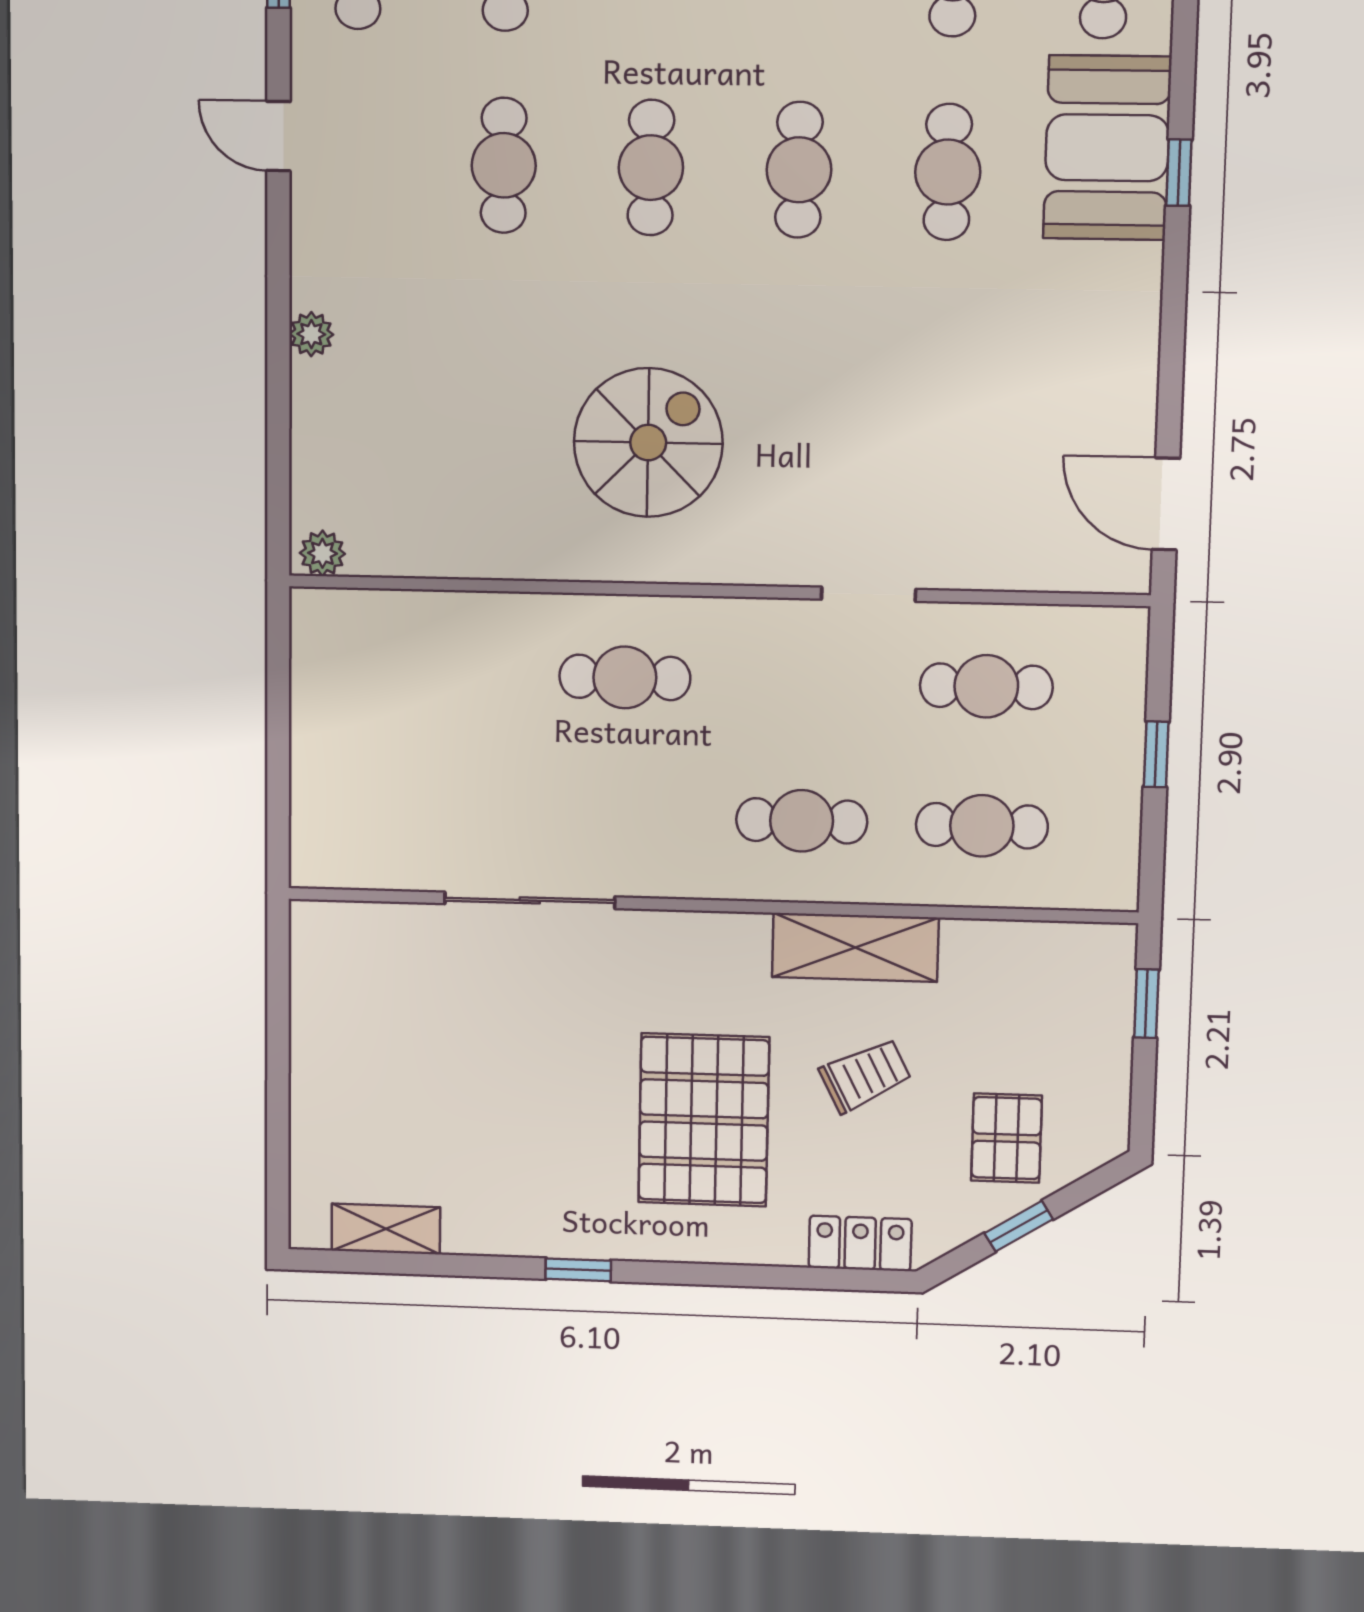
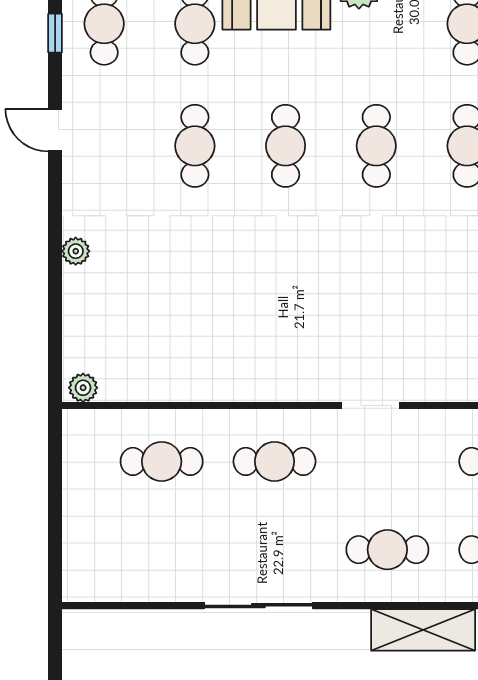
spiral stairs: (648, 443) -> (287, 314), removed
doorway: (869, 594) -> (371, 406), moved
cafe table: (446, 673) -> (162, 461), added
sliding door: (530, 900) -> (258, 606), moved

